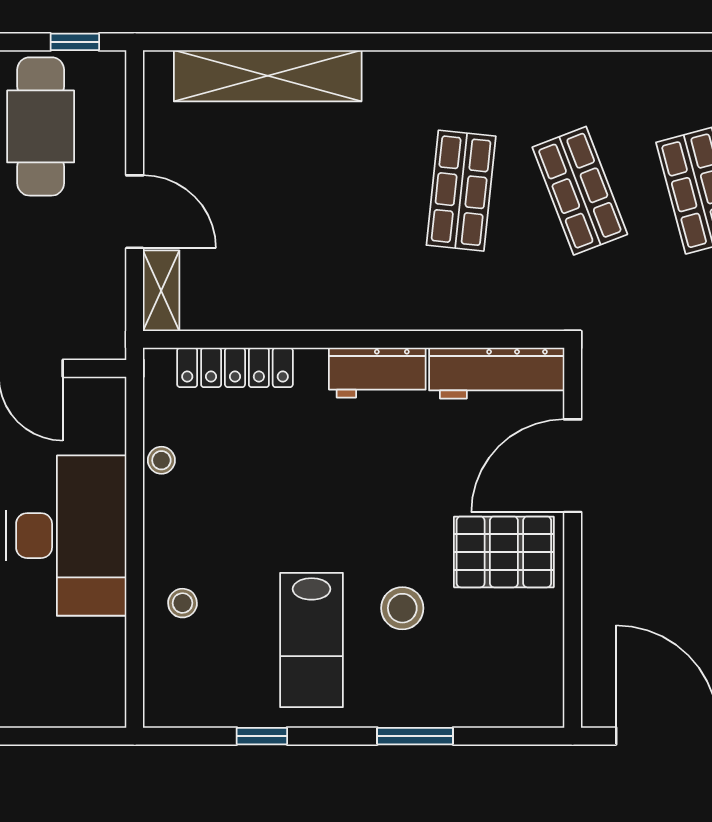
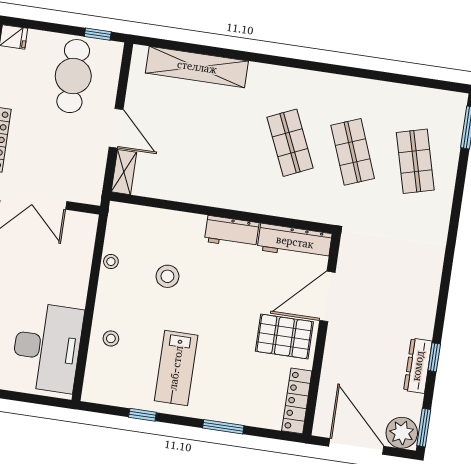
shop shelf: (461, 191) -> (290, 143), turned -30
locker: (235, 367) -> (297, 401), moved, turned 90
desk: (66, 536) -> (47, 347), moved
stool: (402, 608) -> (167, 276), moved

